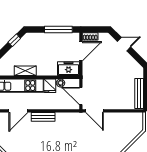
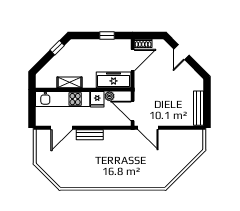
window: (58, 29) -> (107, 36), width x0.46
door: (124, 44) -> (181, 52), swing flipped
freezer: (68, 69) -> (114, 80), width x1.40

